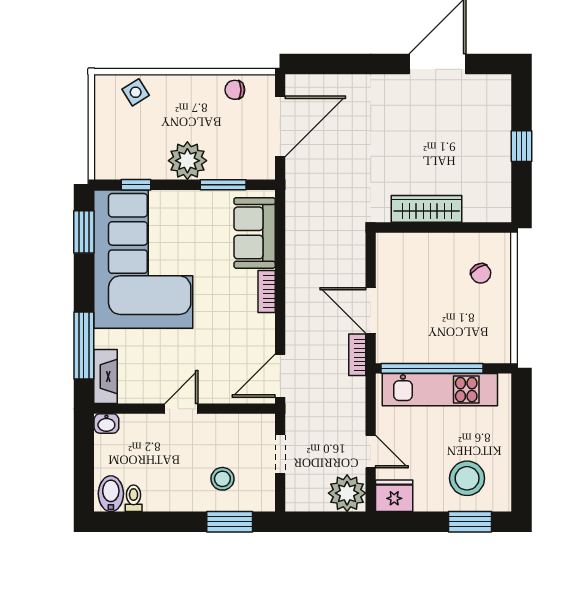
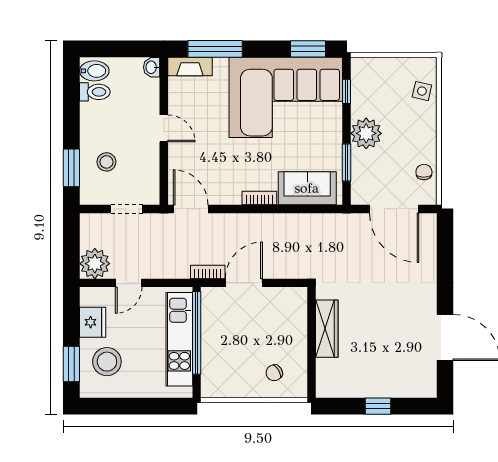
side table: (136, 92) -> (422, 91), turned 45
fridge: (394, 496) -> (93, 322), moved
toilet: (134, 498) -> (95, 92), width x1.37, depth x1.39

